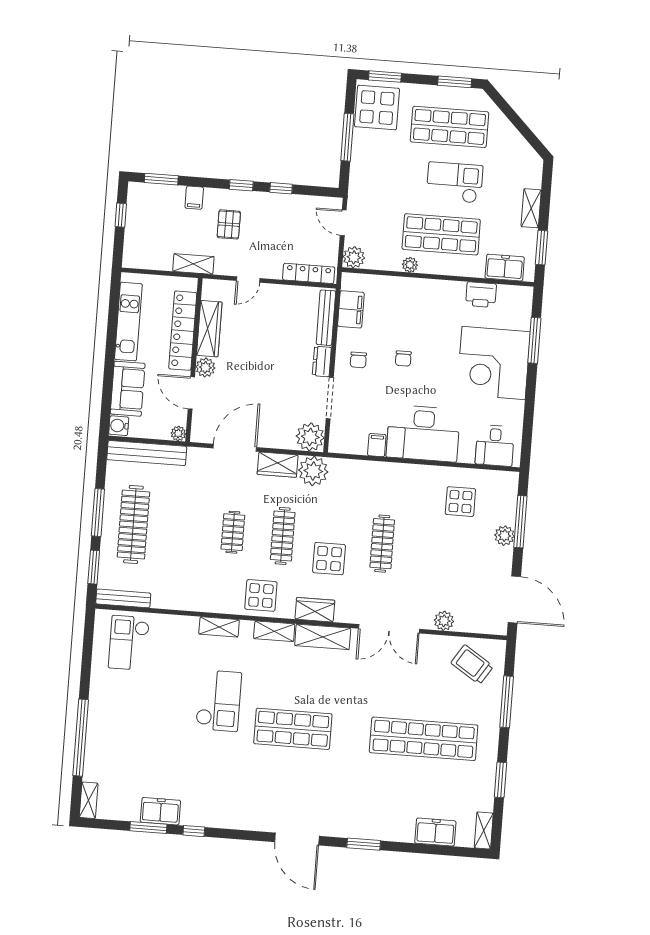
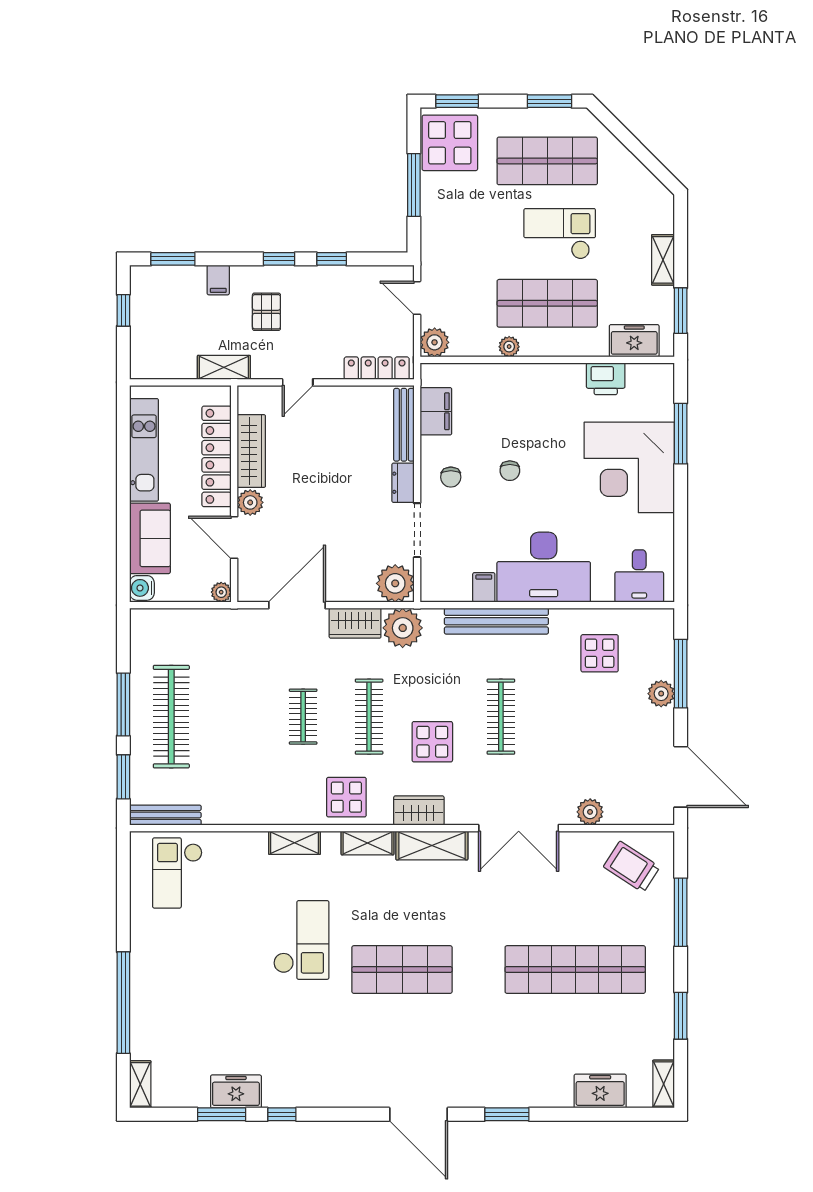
bench: (147, 453) -> (496, 621), moved

